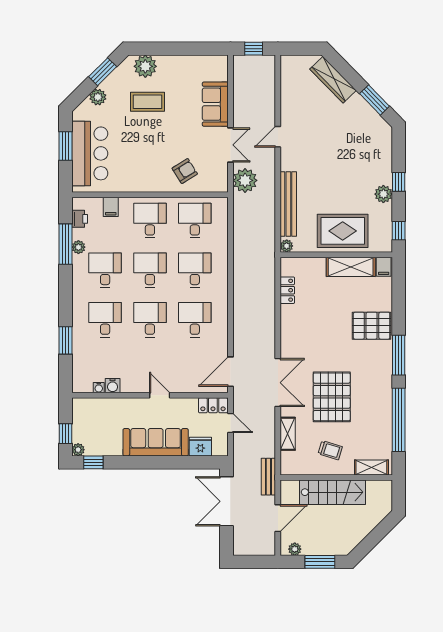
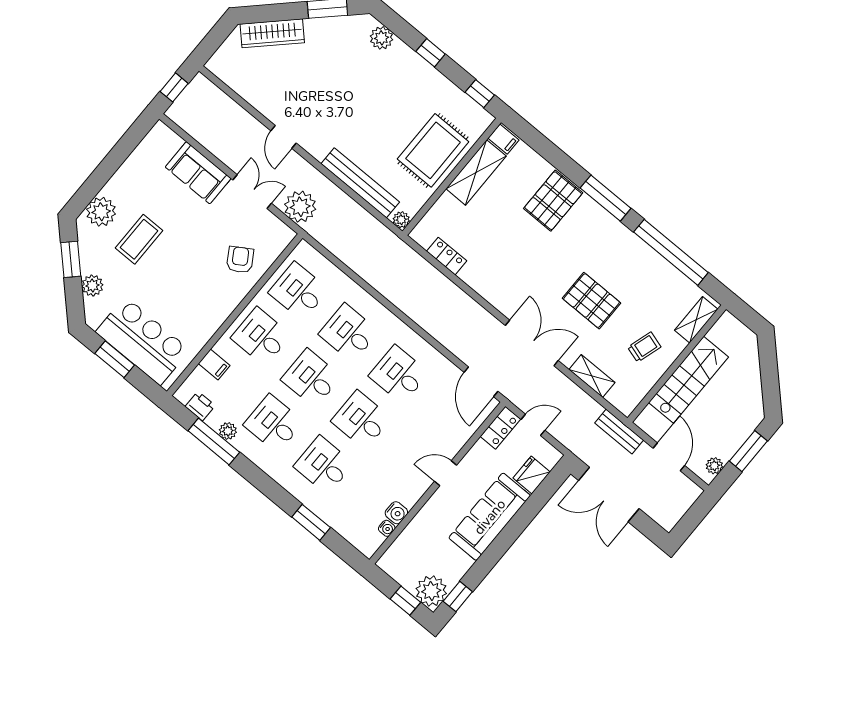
plant: (383, 194) -> (381, 38), moved
pallet: (332, 397) -> (592, 301), width x0.73, depth x0.71
plant: (78, 450) -> (431, 591), width x1.87, depth x1.87

